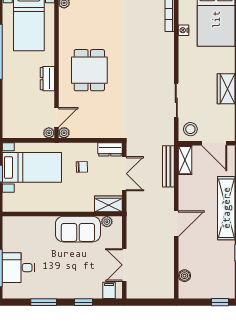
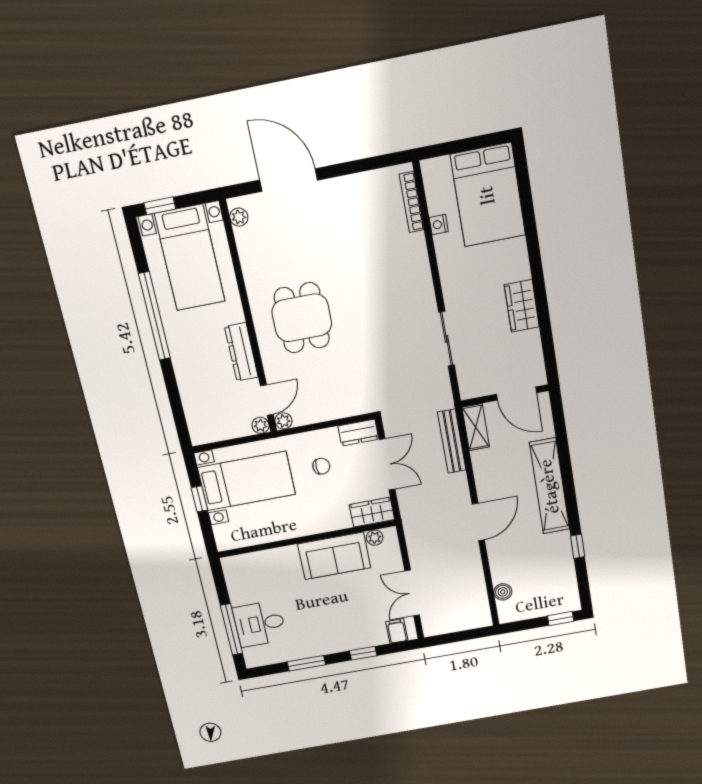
dresser: (47, 79) -> (241, 352), width x1.44
stool: (190, 129) -> (476, 379), removed

